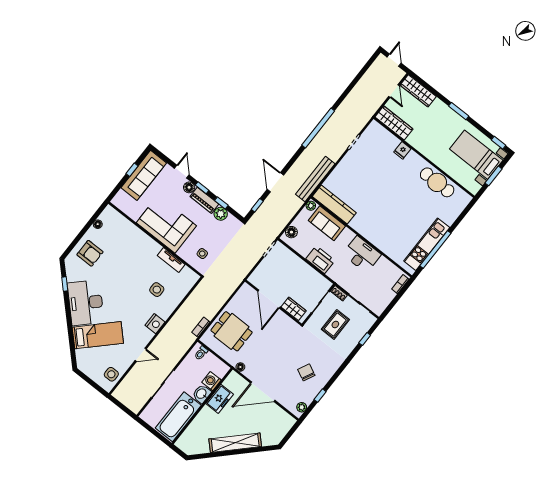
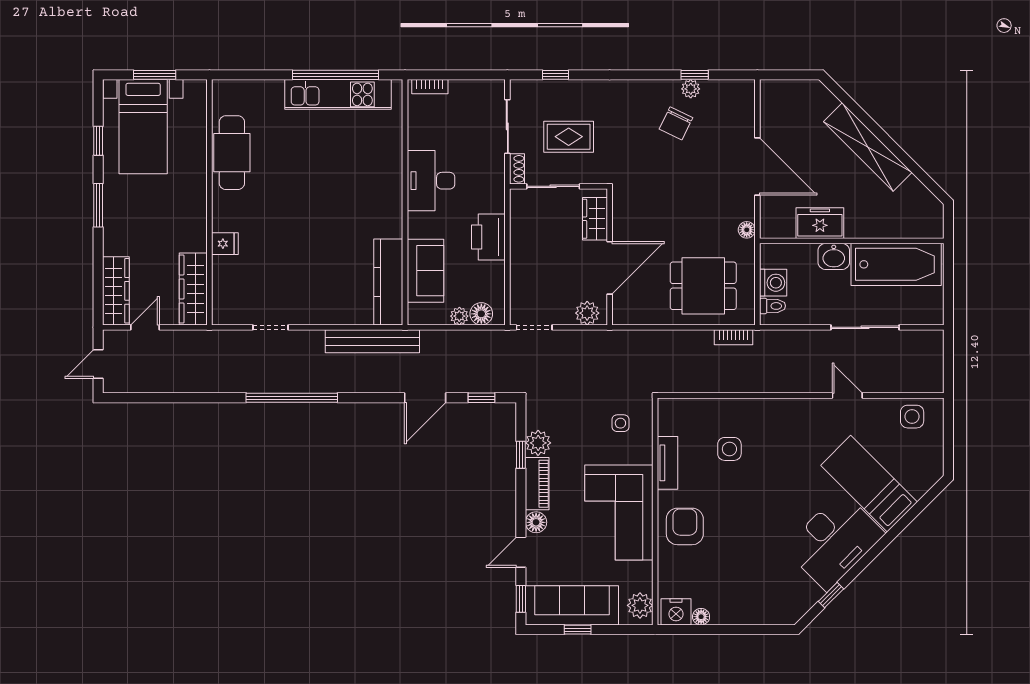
window: (498, 143) -> (98, 141), moved
window: (202, 188) -> (521, 599), moved
plant: (122, 203) -> (640, 605), added
plant: (311, 206) -> (459, 316), moved
armchair: (90, 253) -> (685, 526), moved
plant: (258, 275) -> (587, 313), added
nightstand: (155, 324) -> (676, 612), moved, turned 180
dining table: (232, 331) -> (703, 286), turned 90
washing machine: (211, 381) -> (773, 283), moved, turned -90
plant: (302, 407) -> (691, 89), moved

